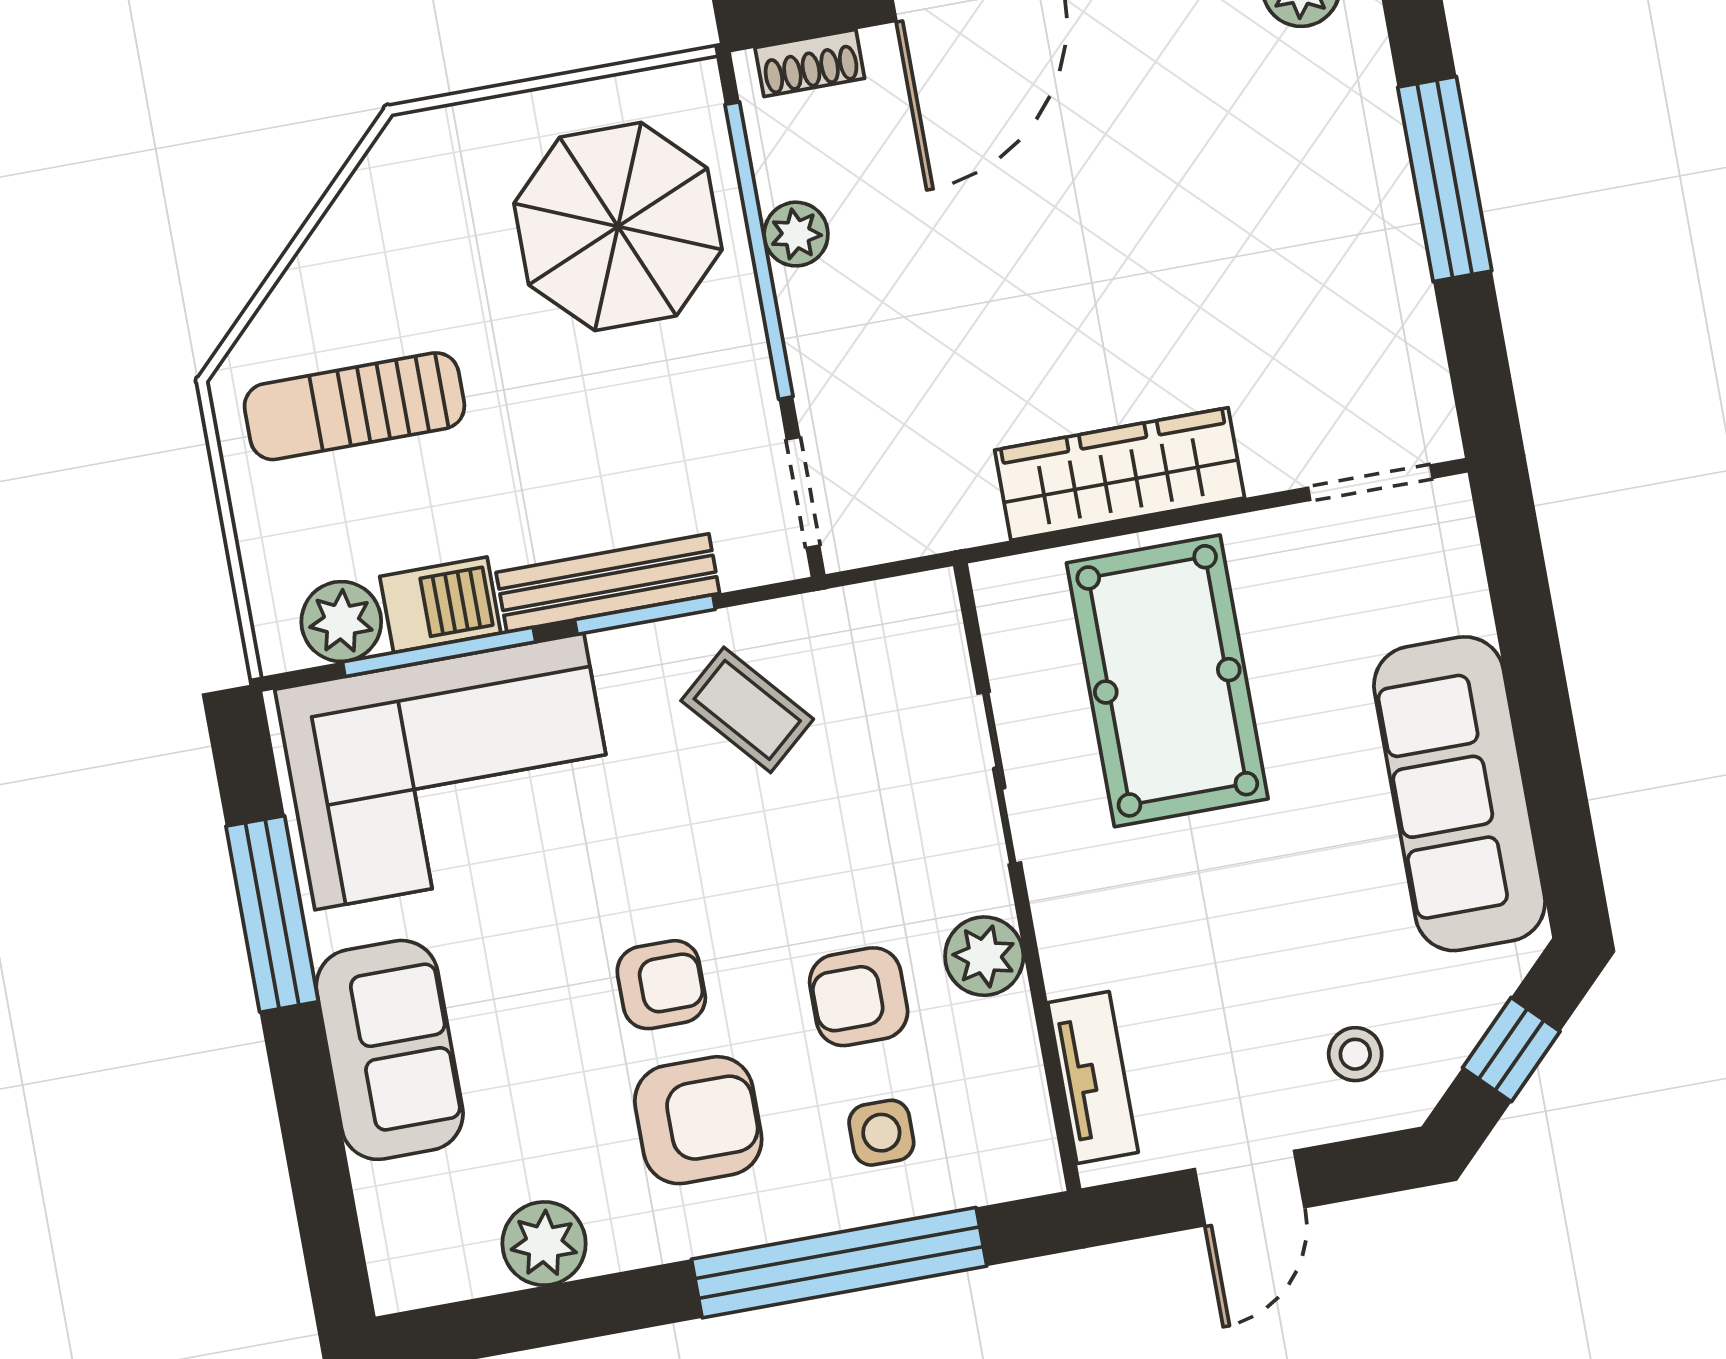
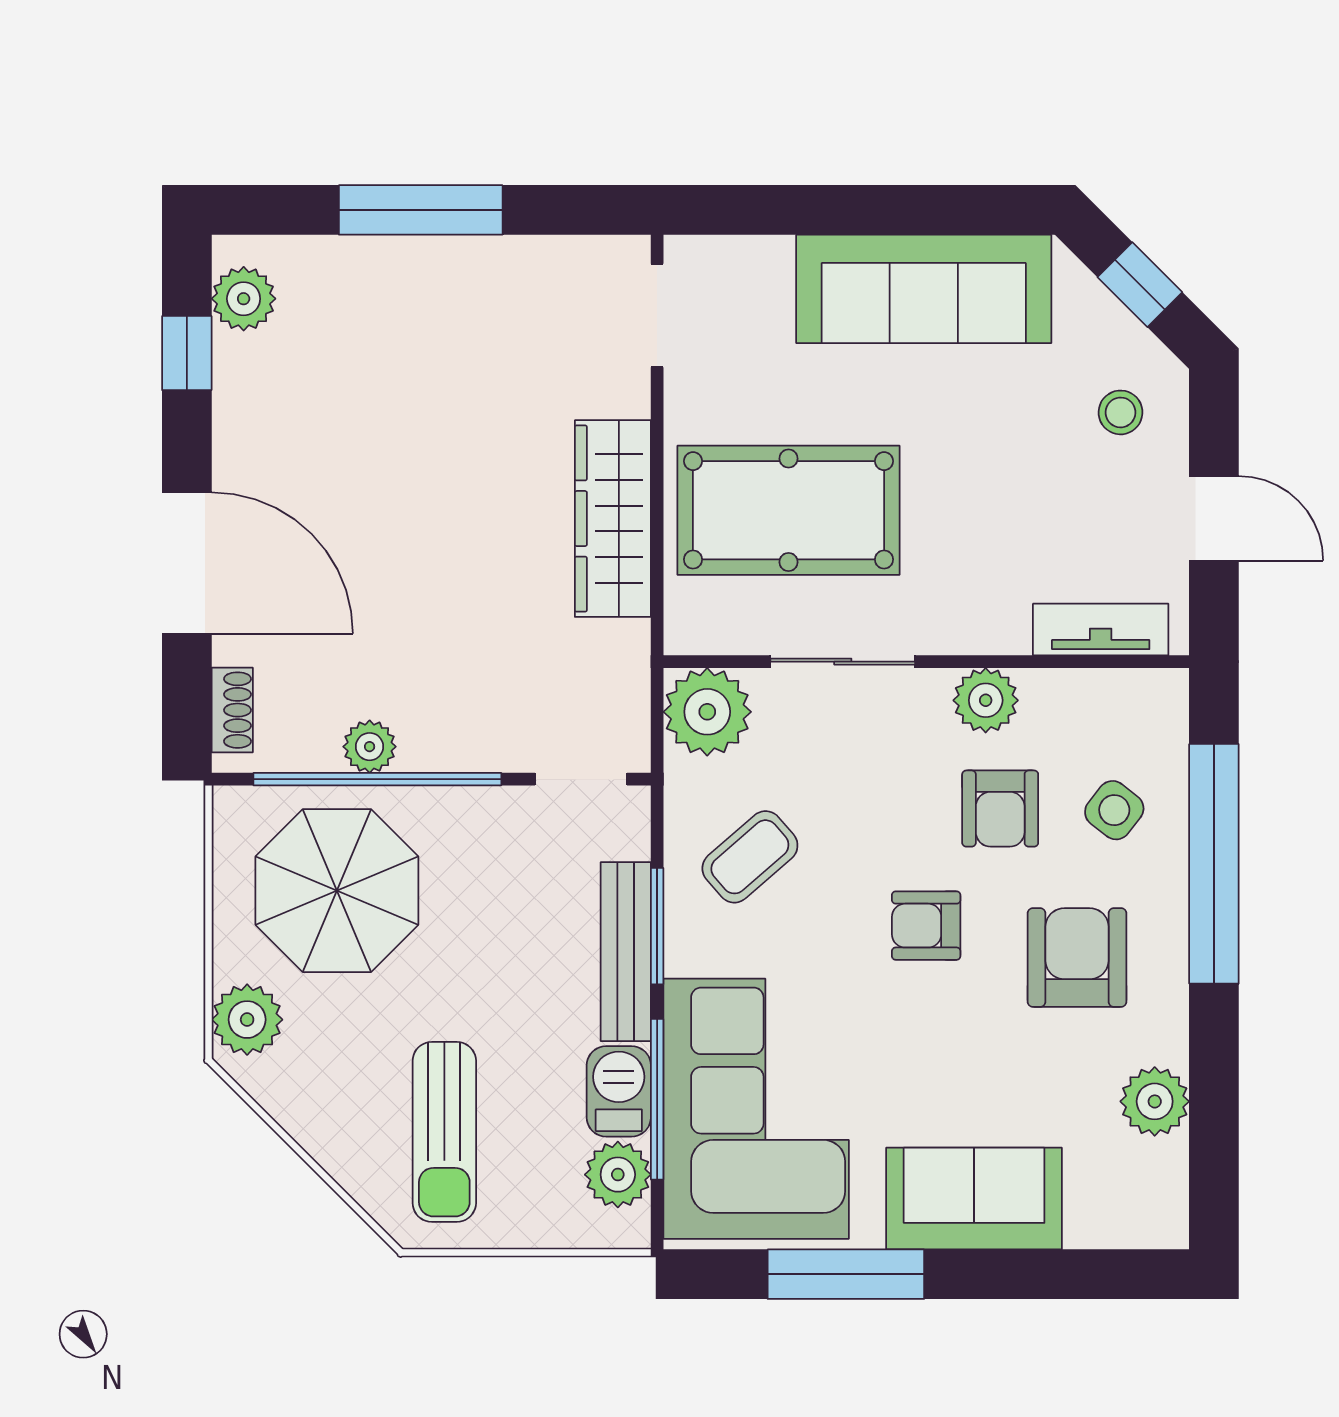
plant: (445, 148) -> (247, 1020), added
plant: (910, 628) -> (707, 712), added
armchair: (661, 985) -> (926, 926), moved, turned -90
side table: (881, 1133) -> (1114, 810), turned 38

